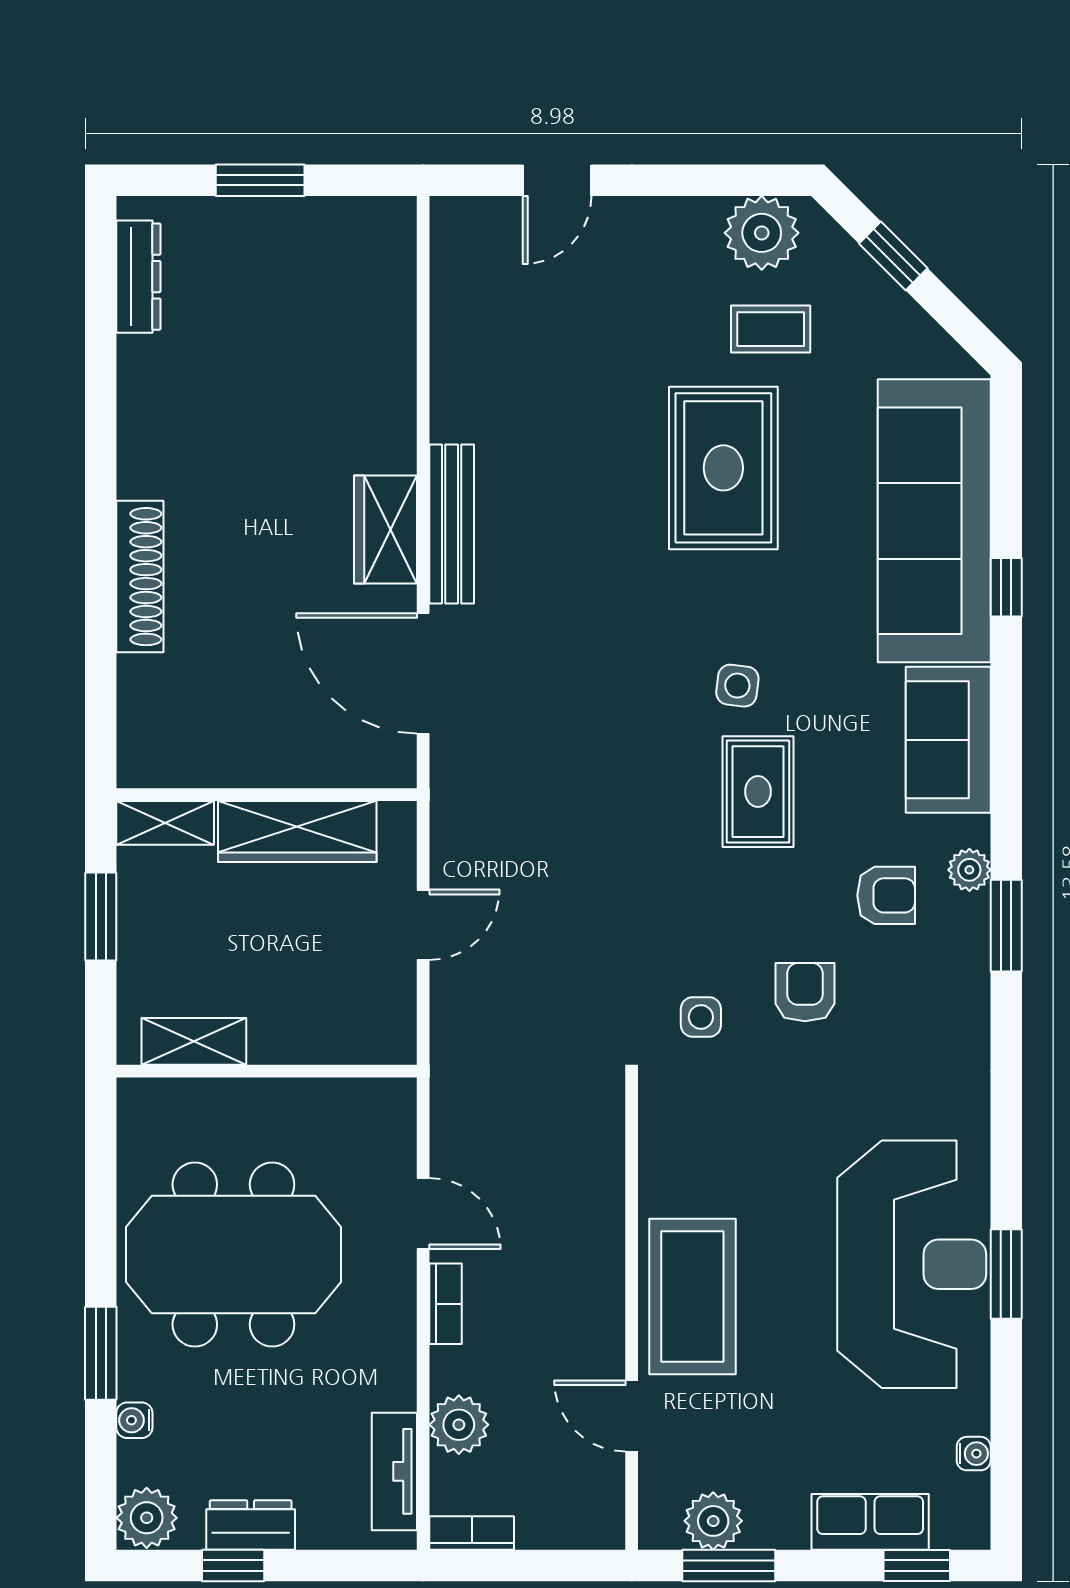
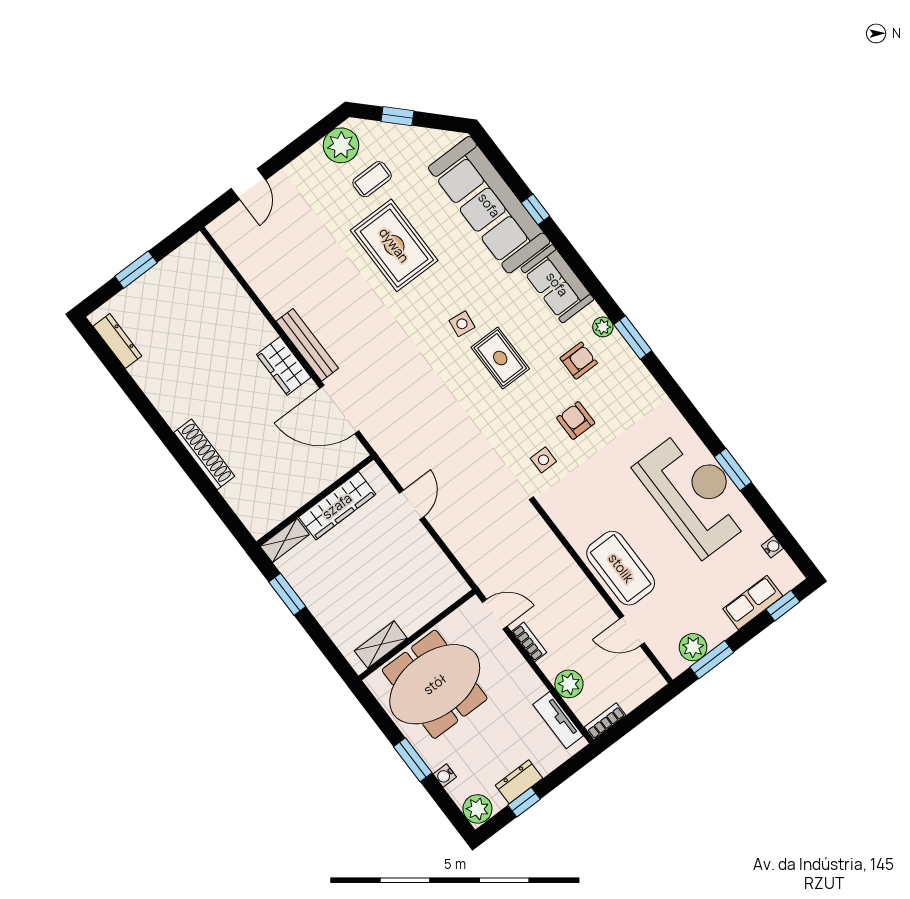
shelving: (194, 1041) -> (381, 644), moved
wall: (267, 1071) -> (417, 635), moved

